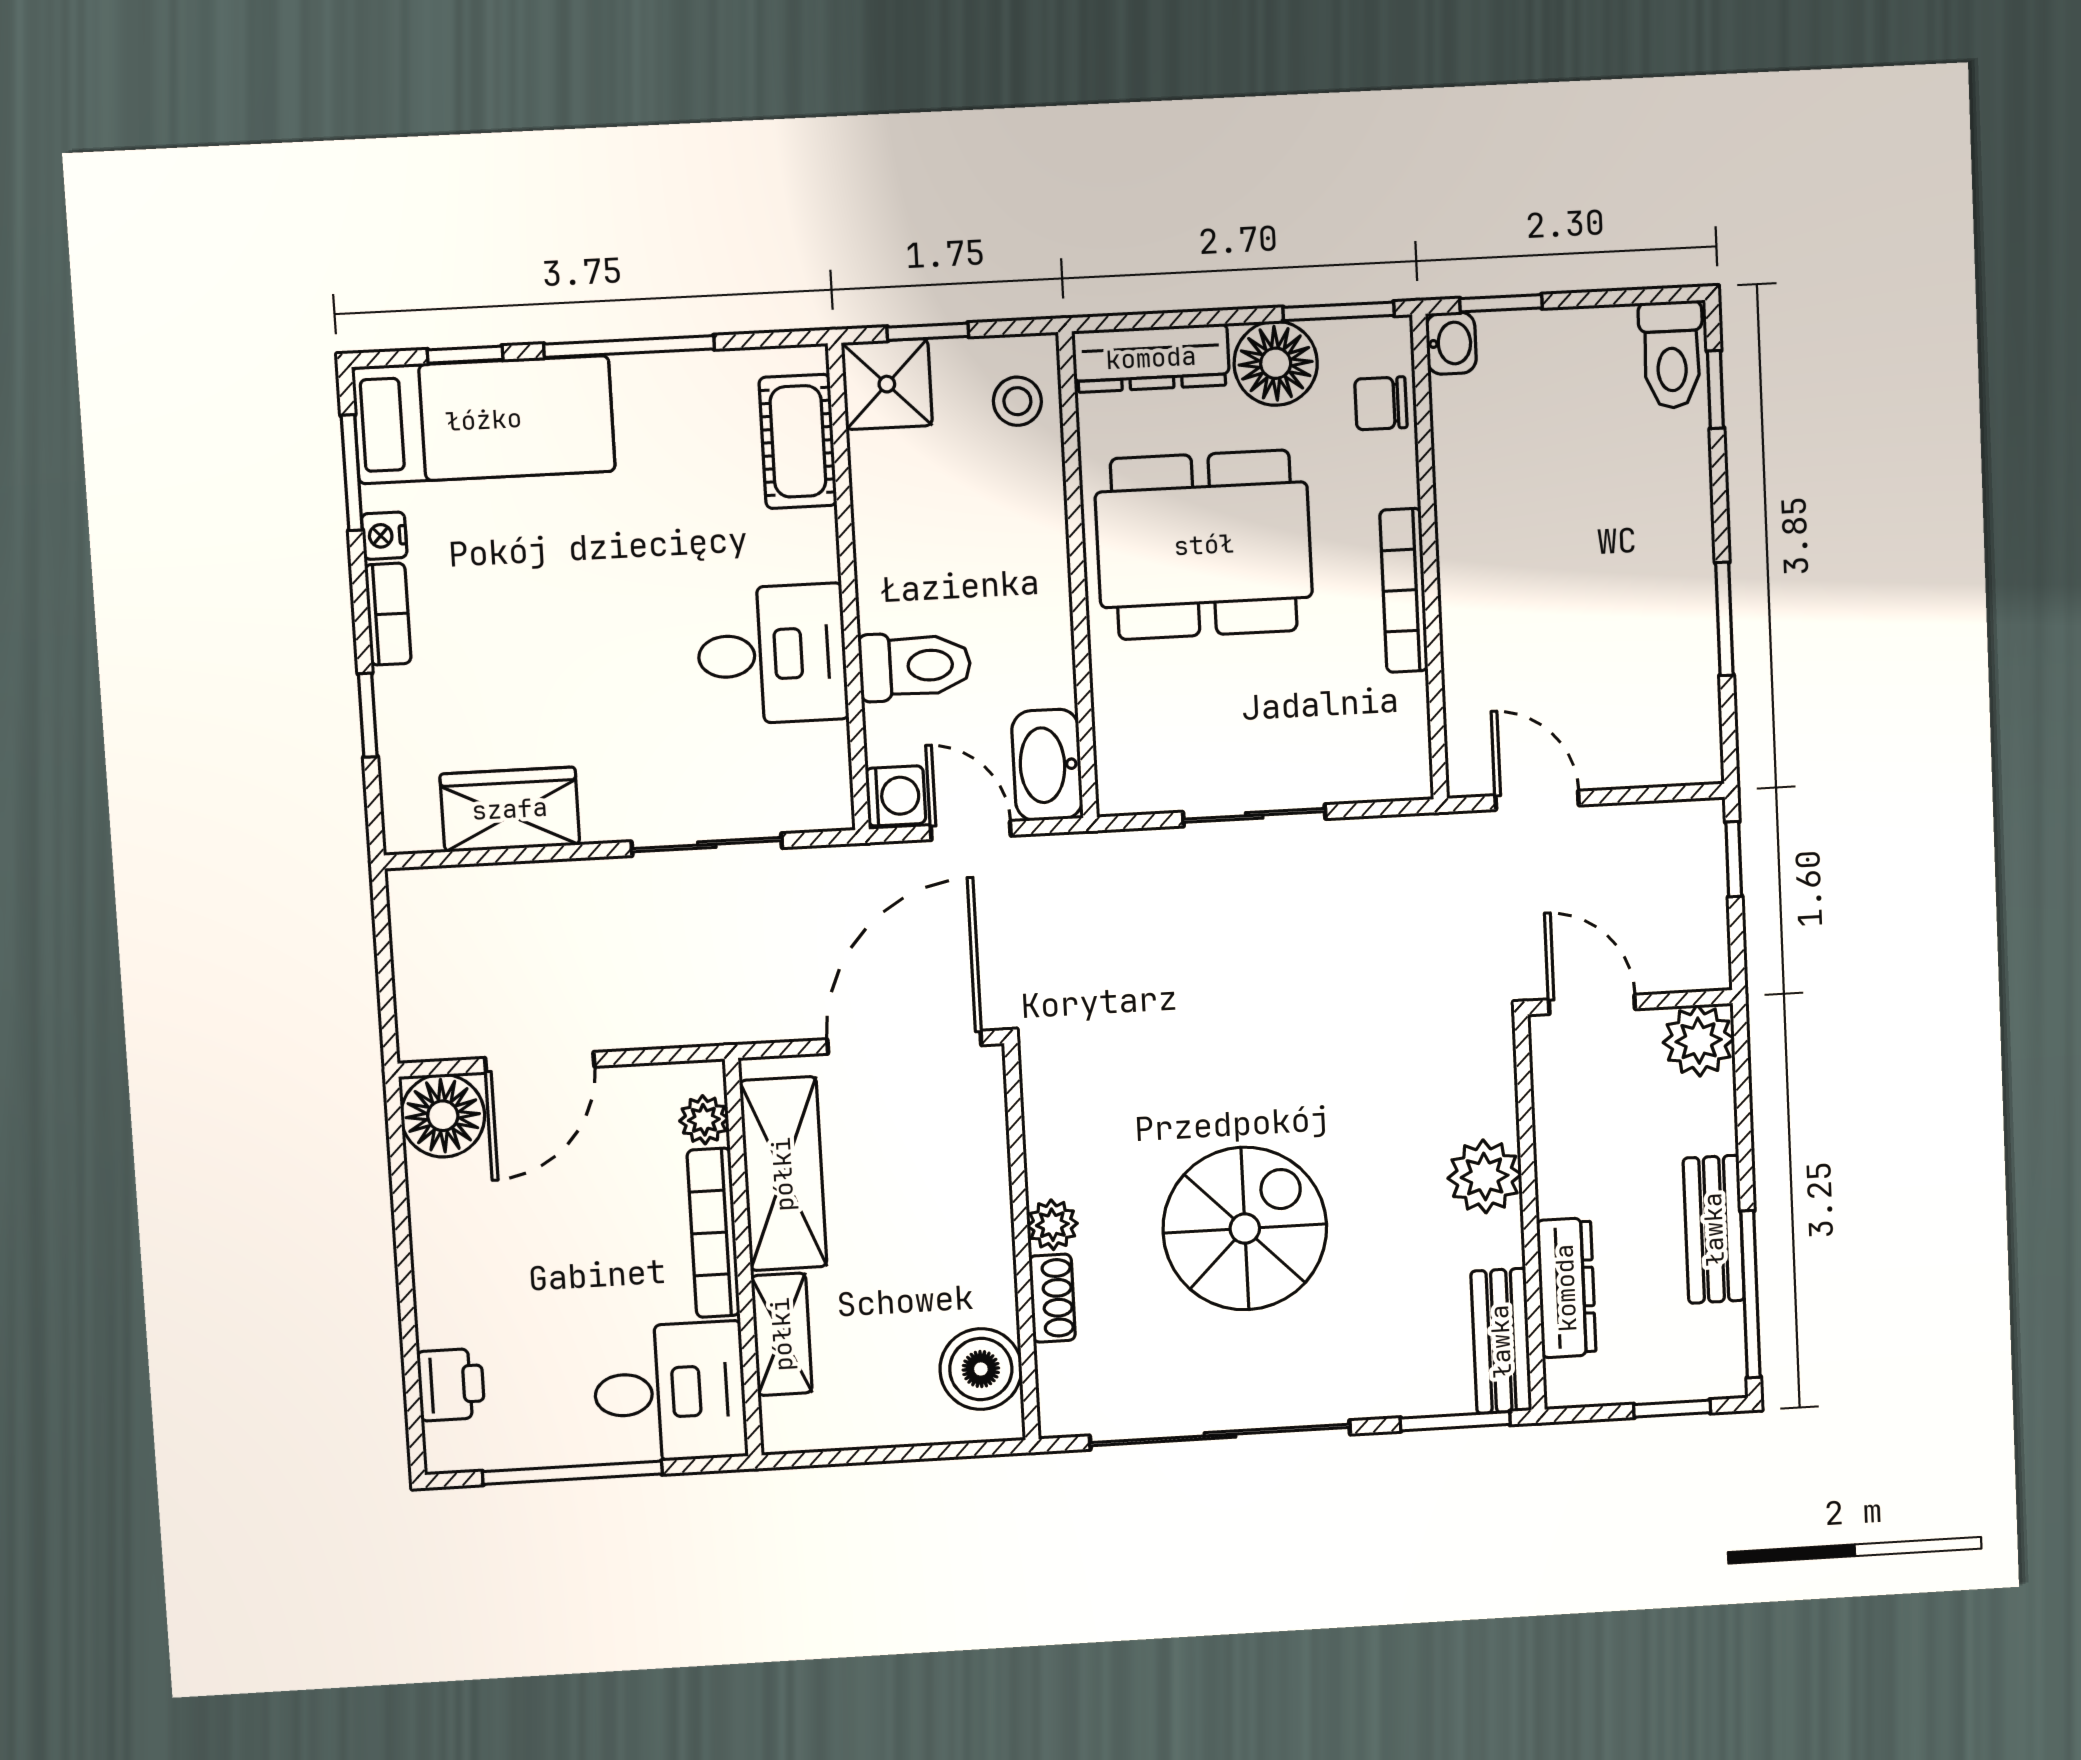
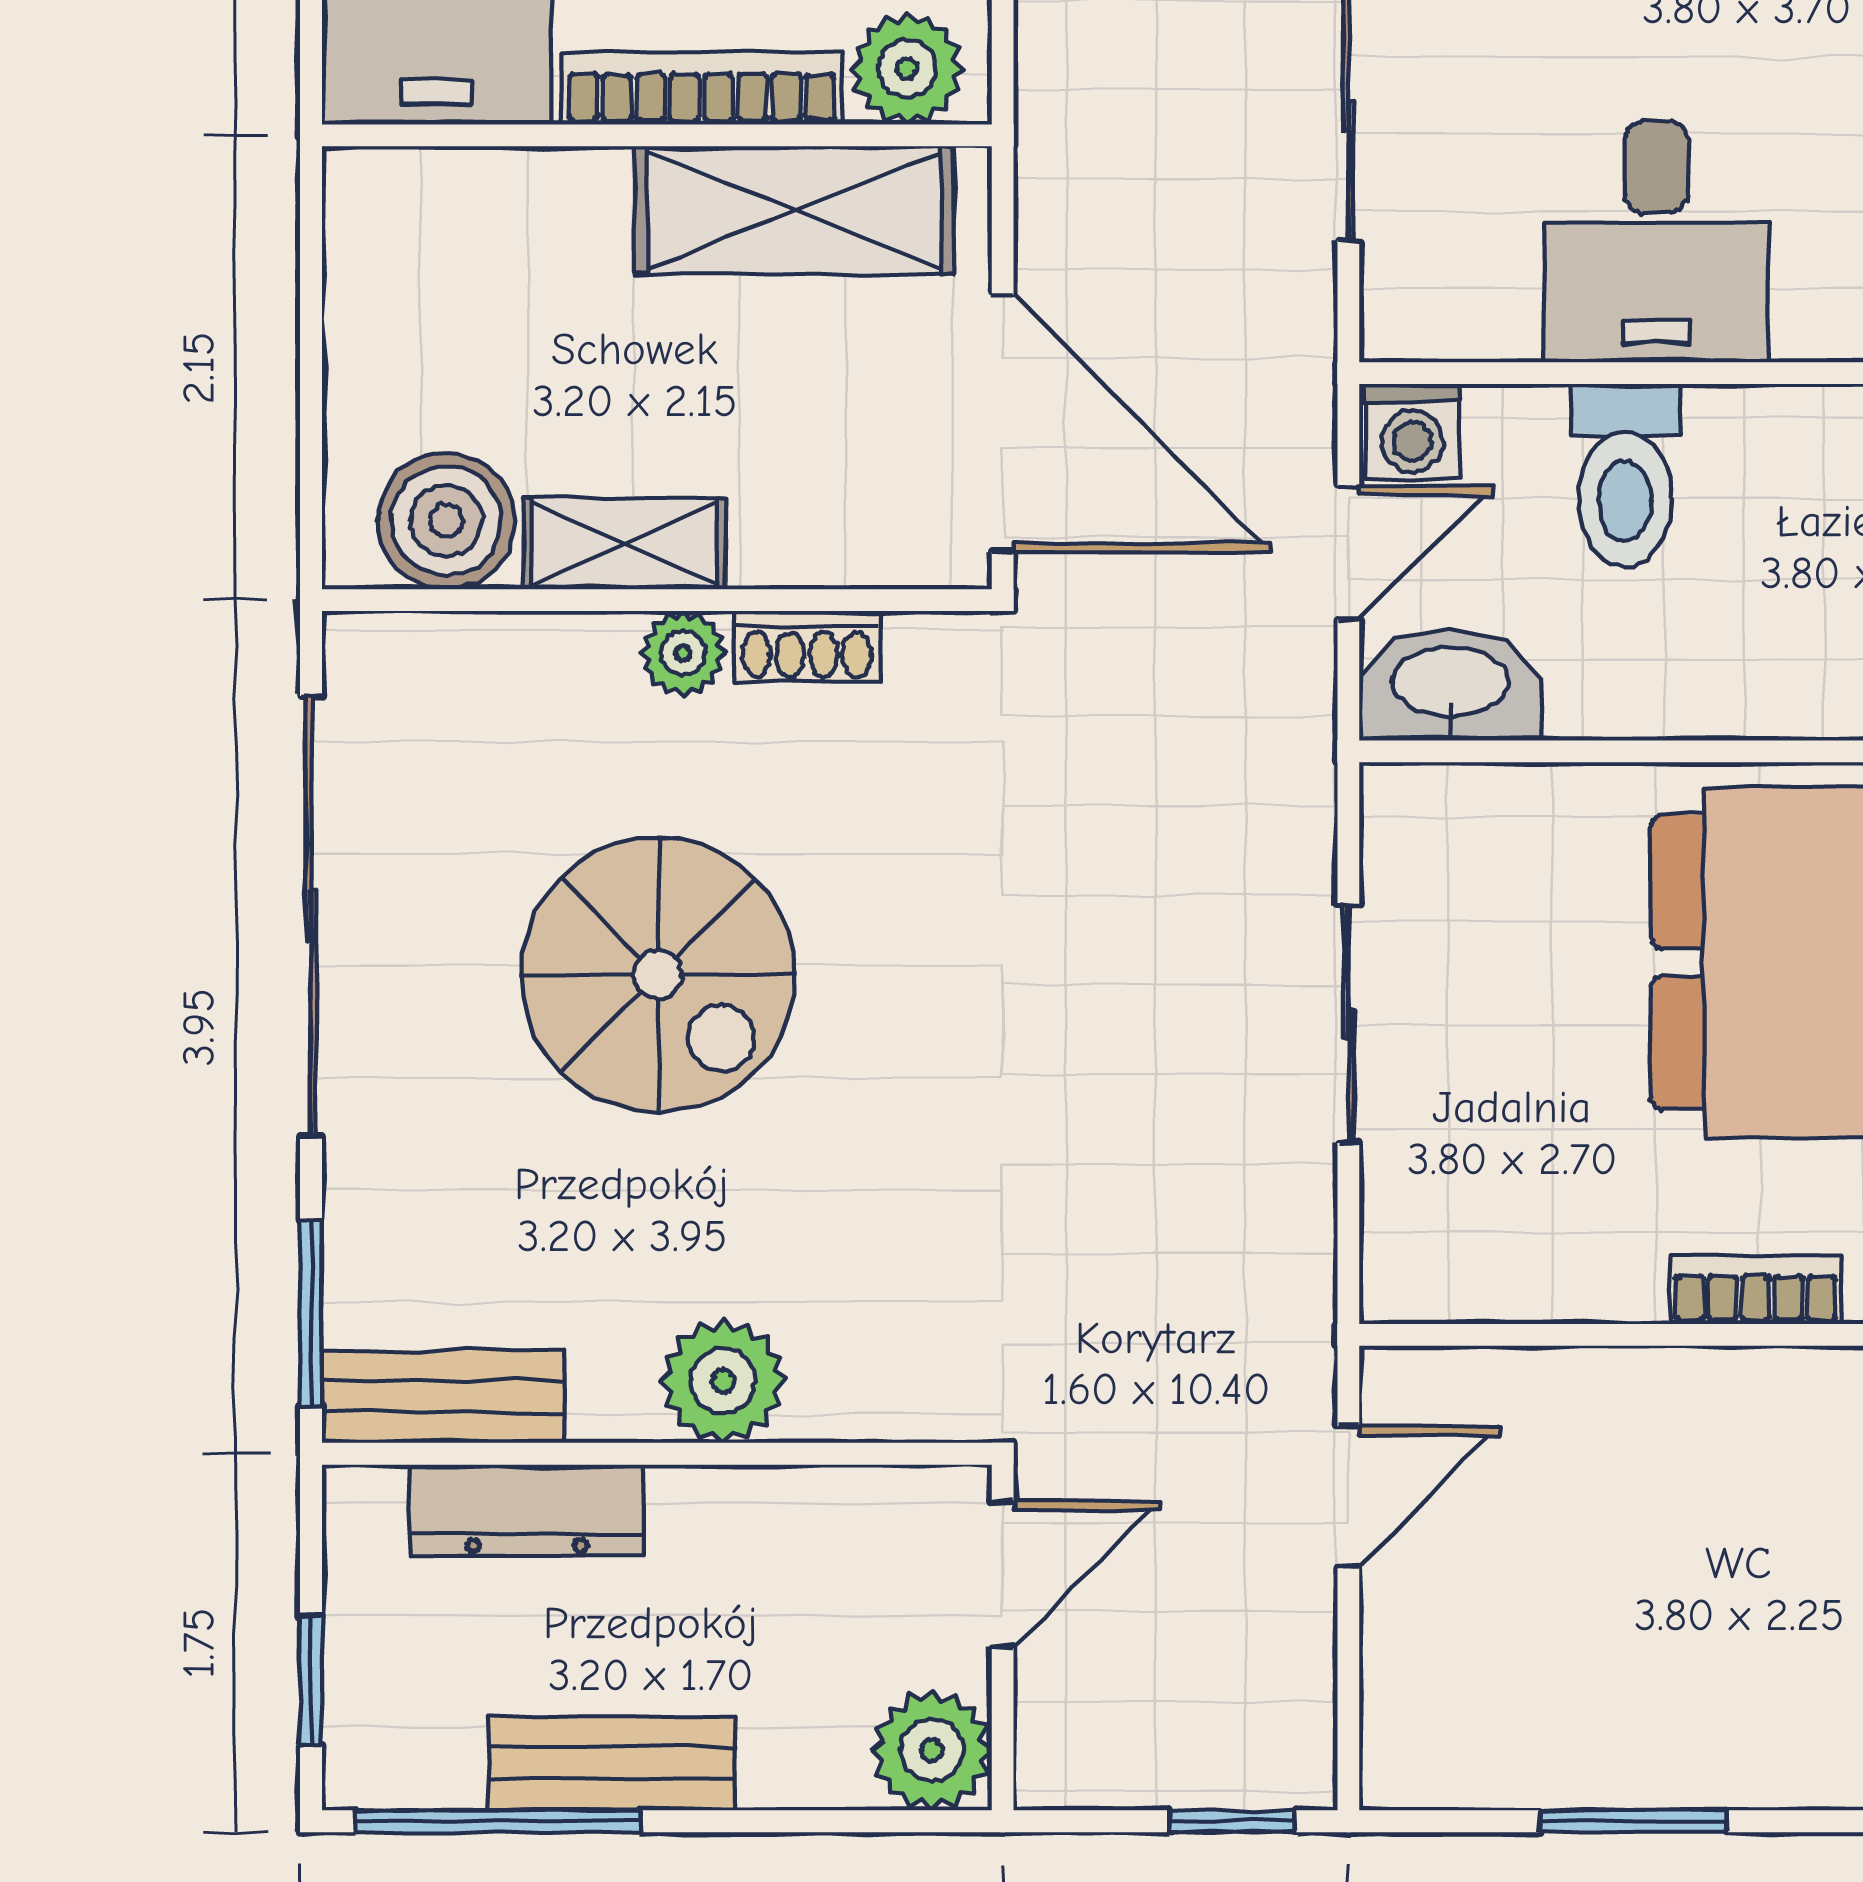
bookcase: (1404, 590) -> (1756, 1290), width x0.64
plant: (704, 1120) -> (907, 69), width x1.38, depth x1.38
shoe rack: (1052, 1298) -> (807, 646), moved
shelving: (782, 1334) -> (625, 544), moved

